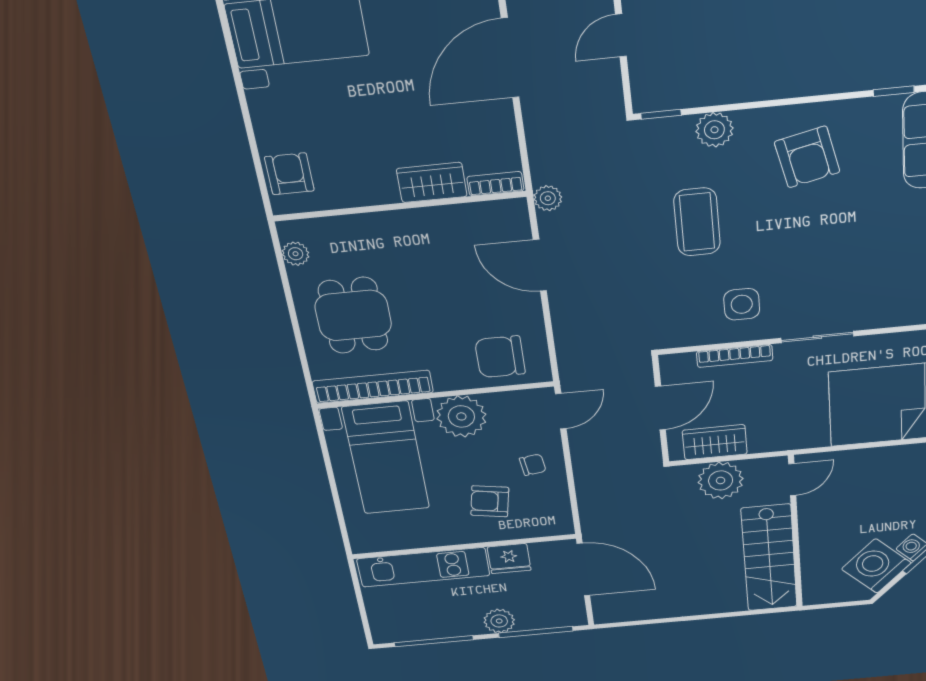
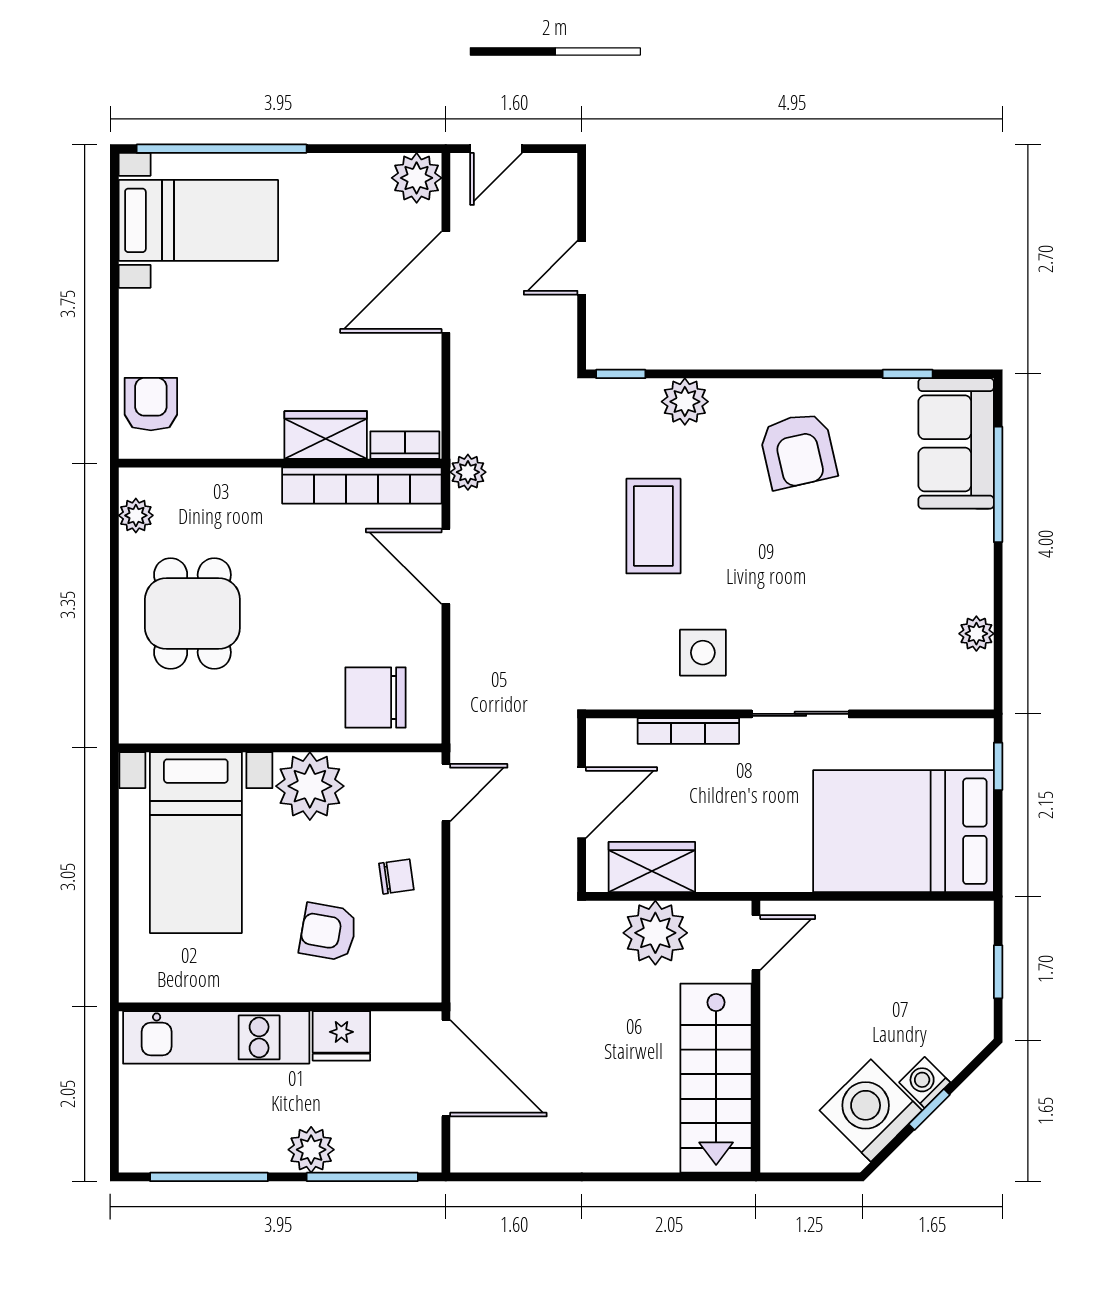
bookcase: (373, 387) -> (362, 485), moved, turned 180

